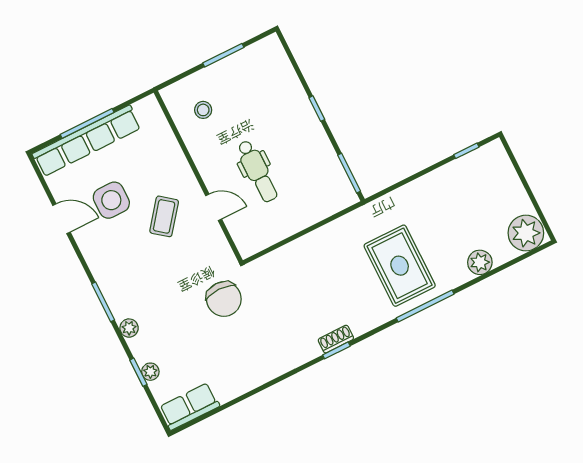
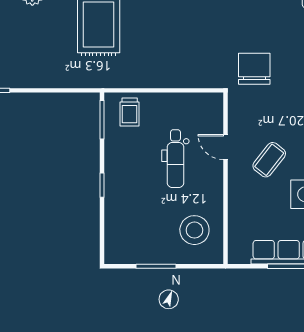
stool: (203, 110) -> (194, 230), width x1.89, depth x1.89
dental chair: (257, 171) -> (175, 159), turned 180
trolley: (326, 194) -> (130, 112), added

